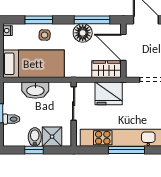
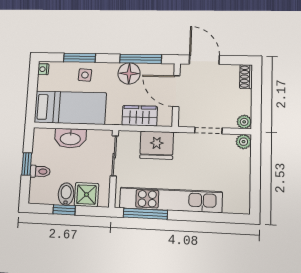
wardrobe: (107, 69) -> (140, 116), moved
window: (127, 150) -> (145, 214), moved

